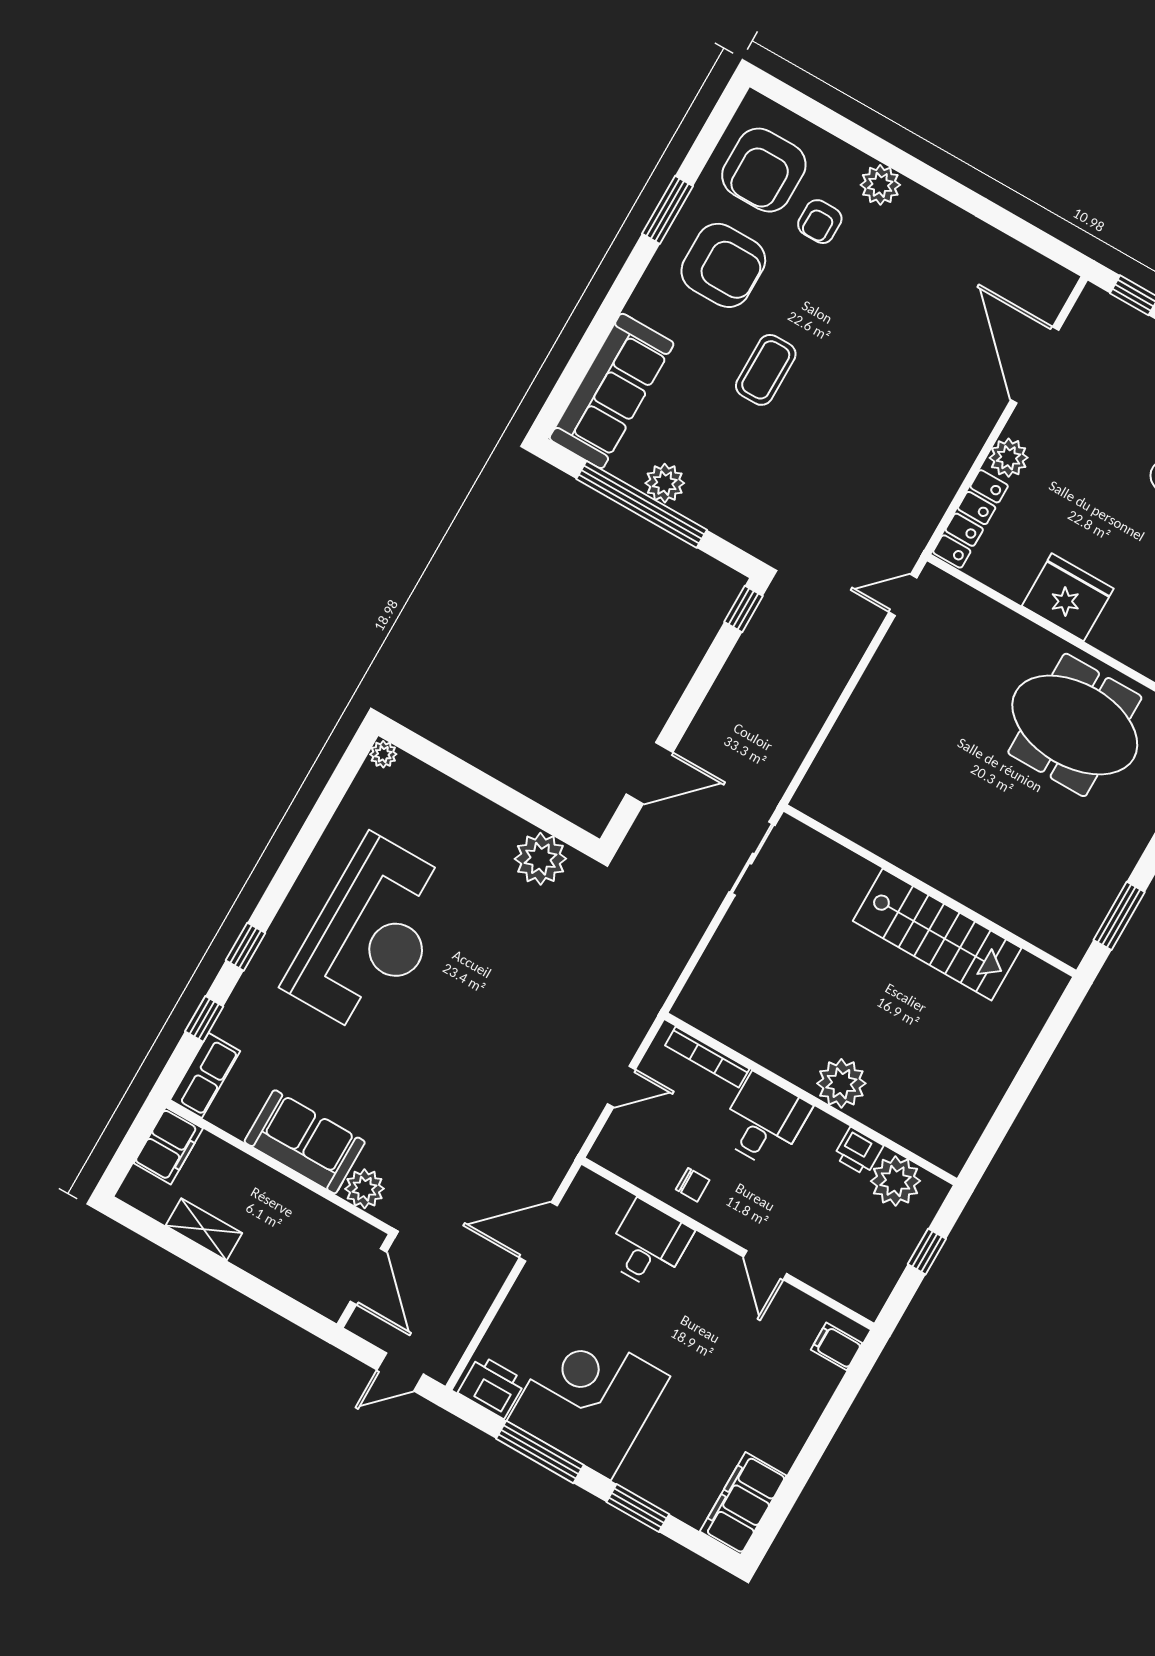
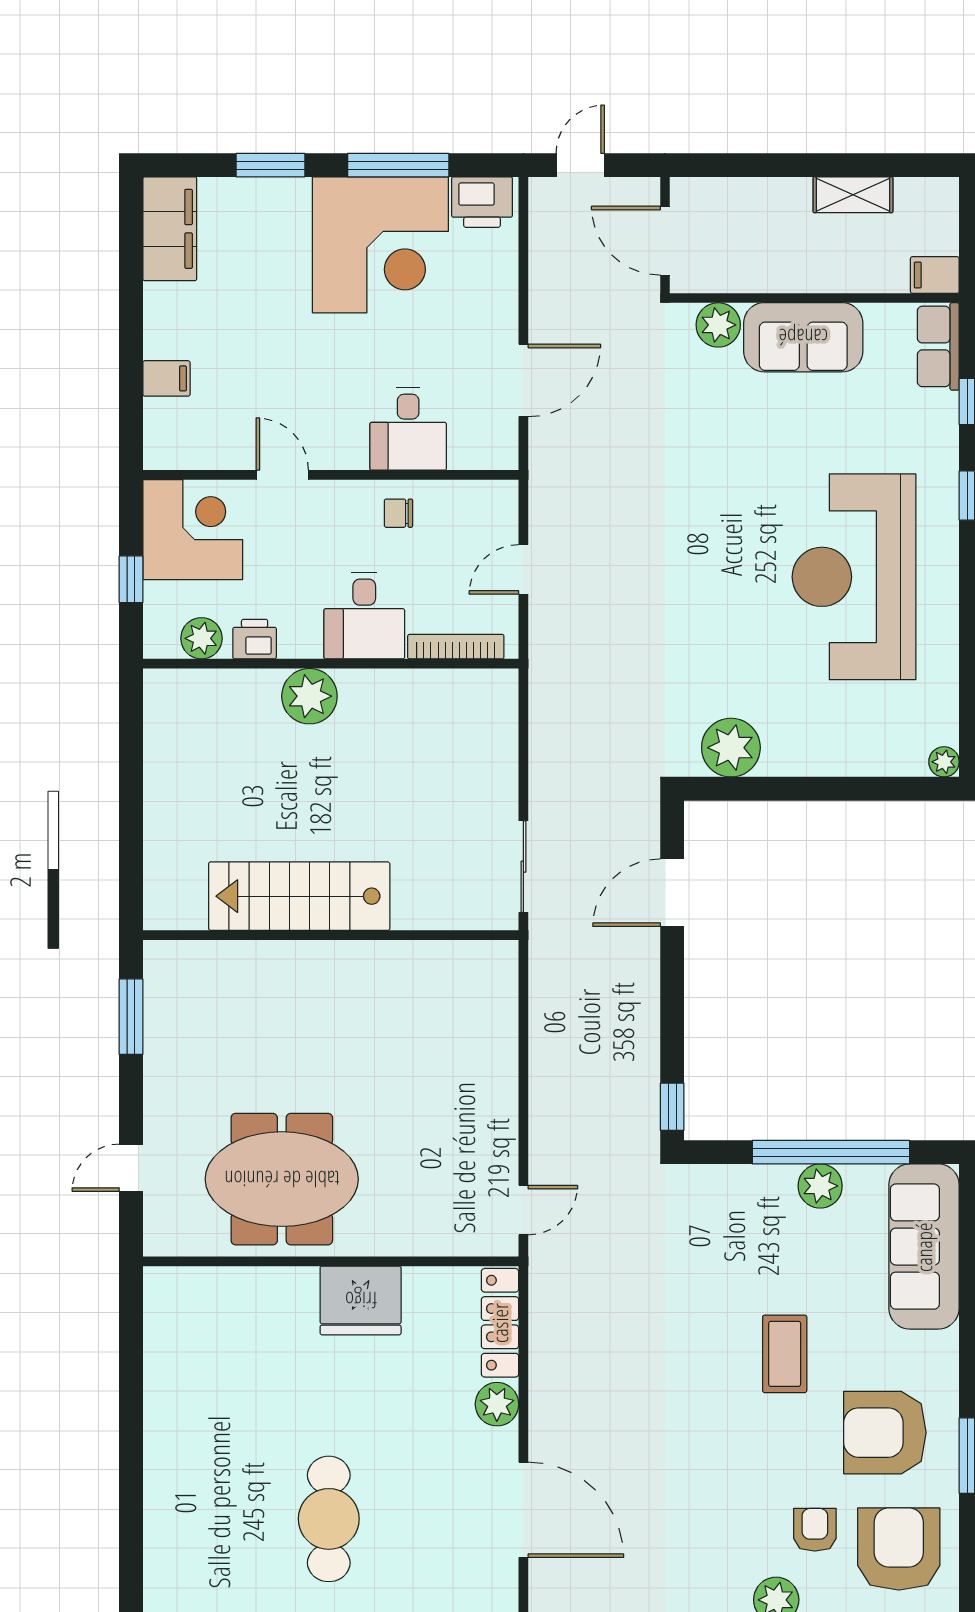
filing cabinet: (168, 1146) -> (935, 275), width x0.50
plant: (896, 1181) -> (201, 638), width x0.73, depth x0.73
corner desk: (858, 1263) -> (193, 530), added
filing cabinet: (836, 1346) -> (166, 378), moved

